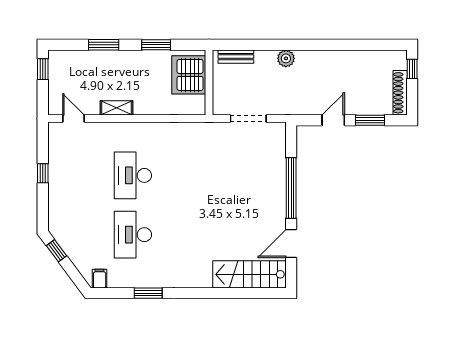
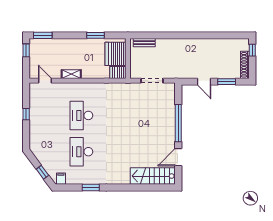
window: (104, 45) -> (43, 35), moved
plant: (286, 58) -> (175, 44), removed
server rack: (193, 105) -> (118, 73), added
door: (333, 120) -> (204, 82), swing flipped
window: (57, 251) -> (42, 172), moved

